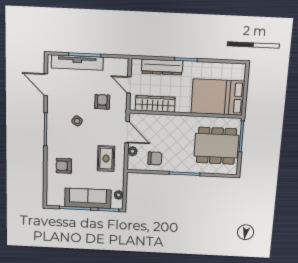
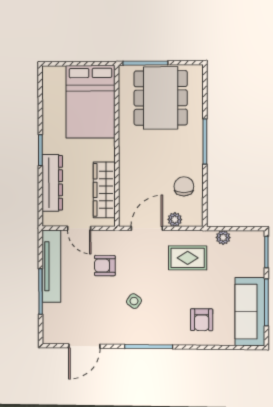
tv unit: (77, 63) -> (51, 266), moved
door: (129, 85) -> (79, 228), hinge flipped
plant: (119, 195) -> (223, 237), moved
sofa: (88, 198) -> (250, 312), moved

